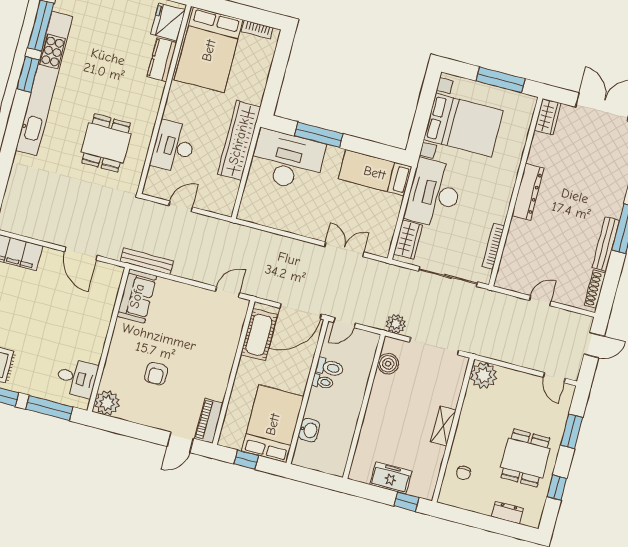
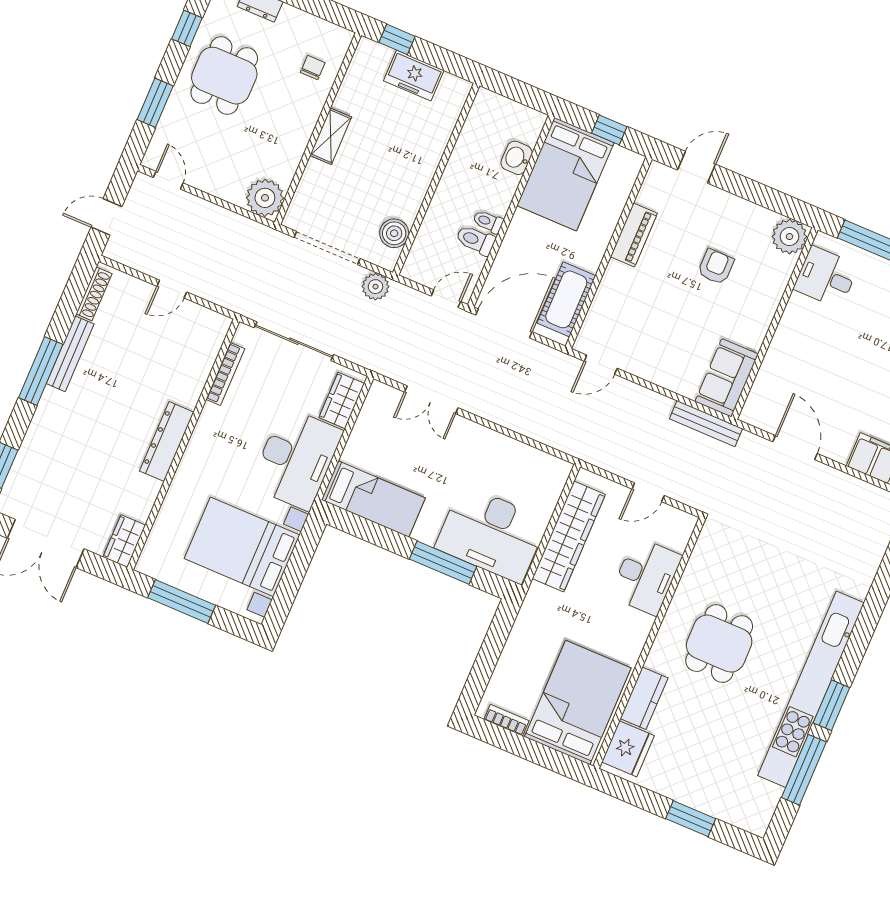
wardrobe: (239, 141) -> (569, 537), moved
dining table: (106, 143) -> (719, 644), moved
piano: (209, 421) -> (634, 235), moved

